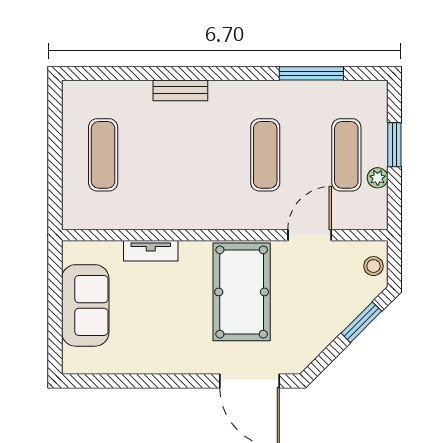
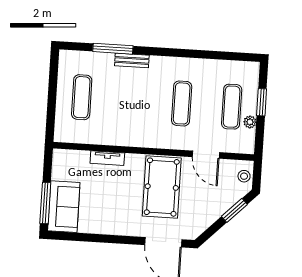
window: (311, 73) -> (113, 49), moved
door: (310, 235) -> (206, 155), swing flipped
sofa: (85, 305) -> (64, 207), moved
window: (55, 330) -> (45, 203), added

